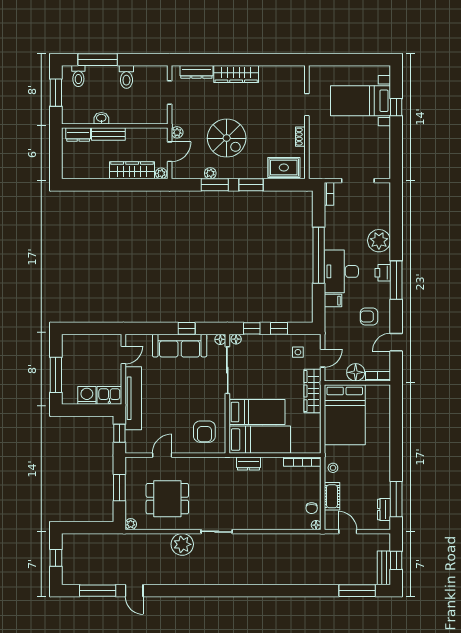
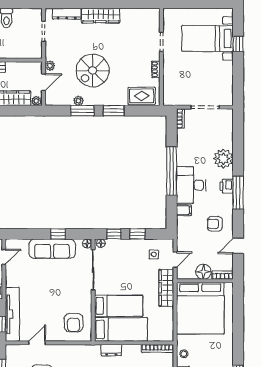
spiral stairs: (227, 138) -> (93, 71), turned 90
tv unit: (133, 398) -> (12, 314), moved
bed: (345, 415) -> (200, 308), width x1.36

